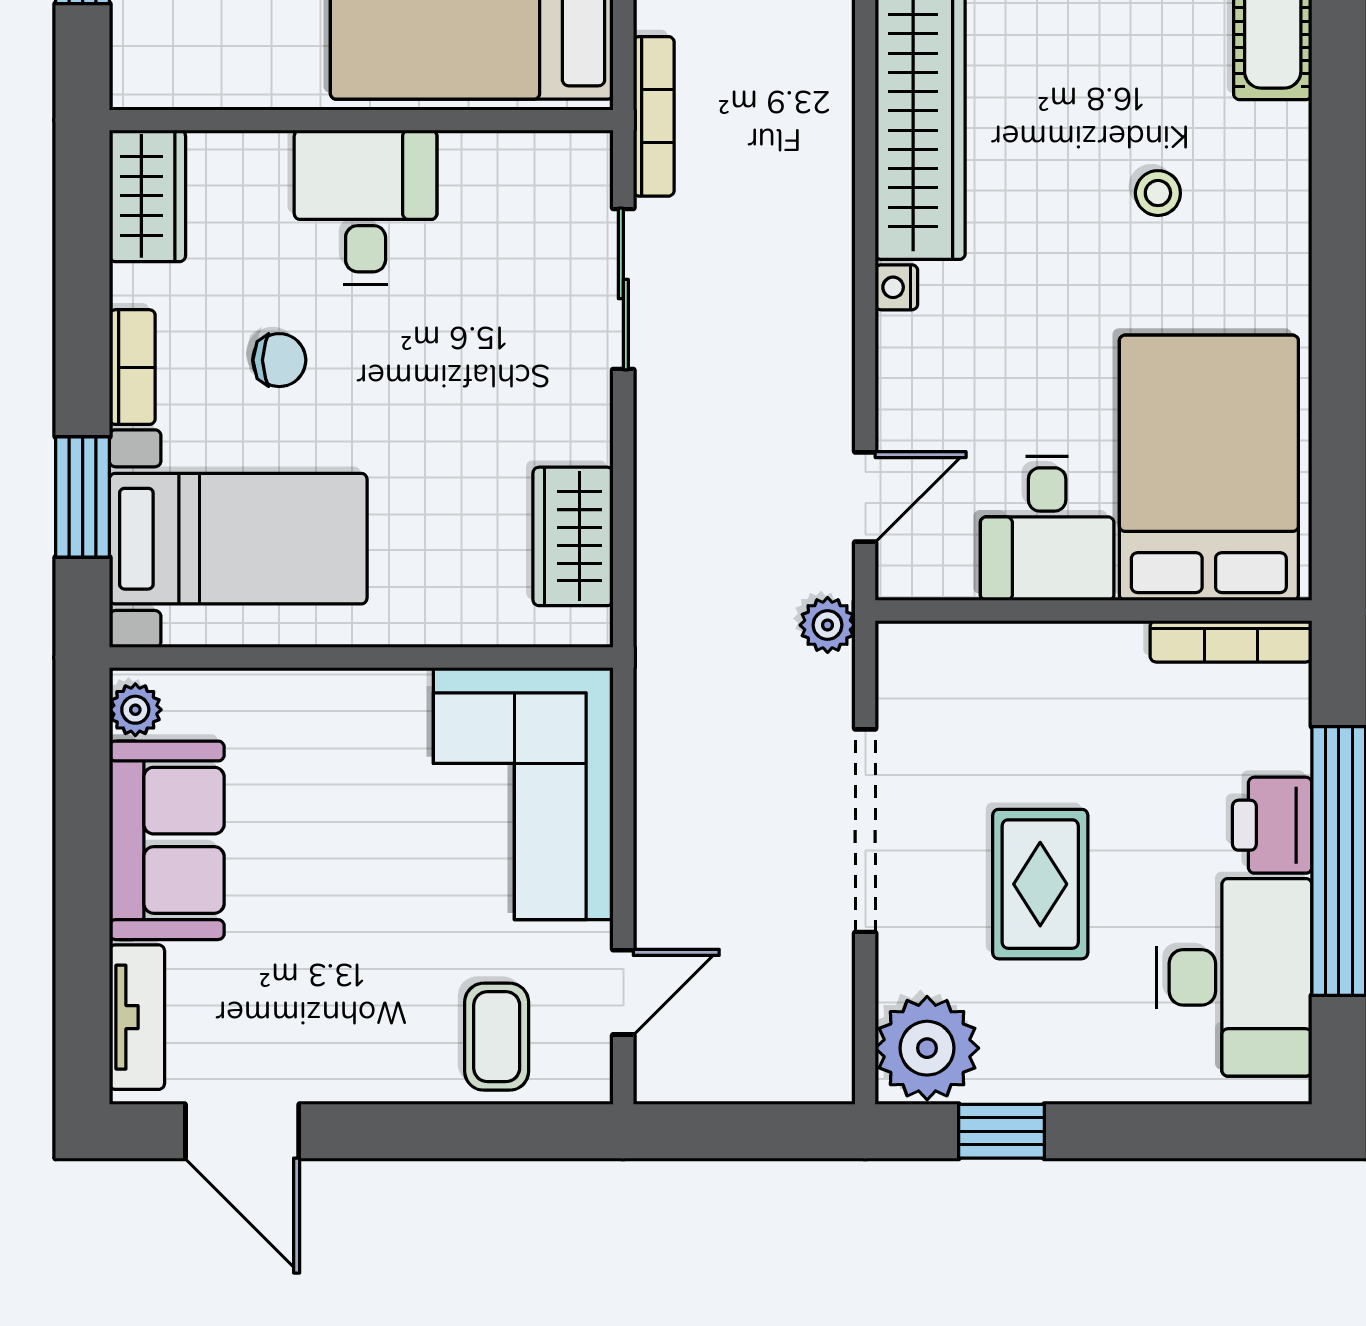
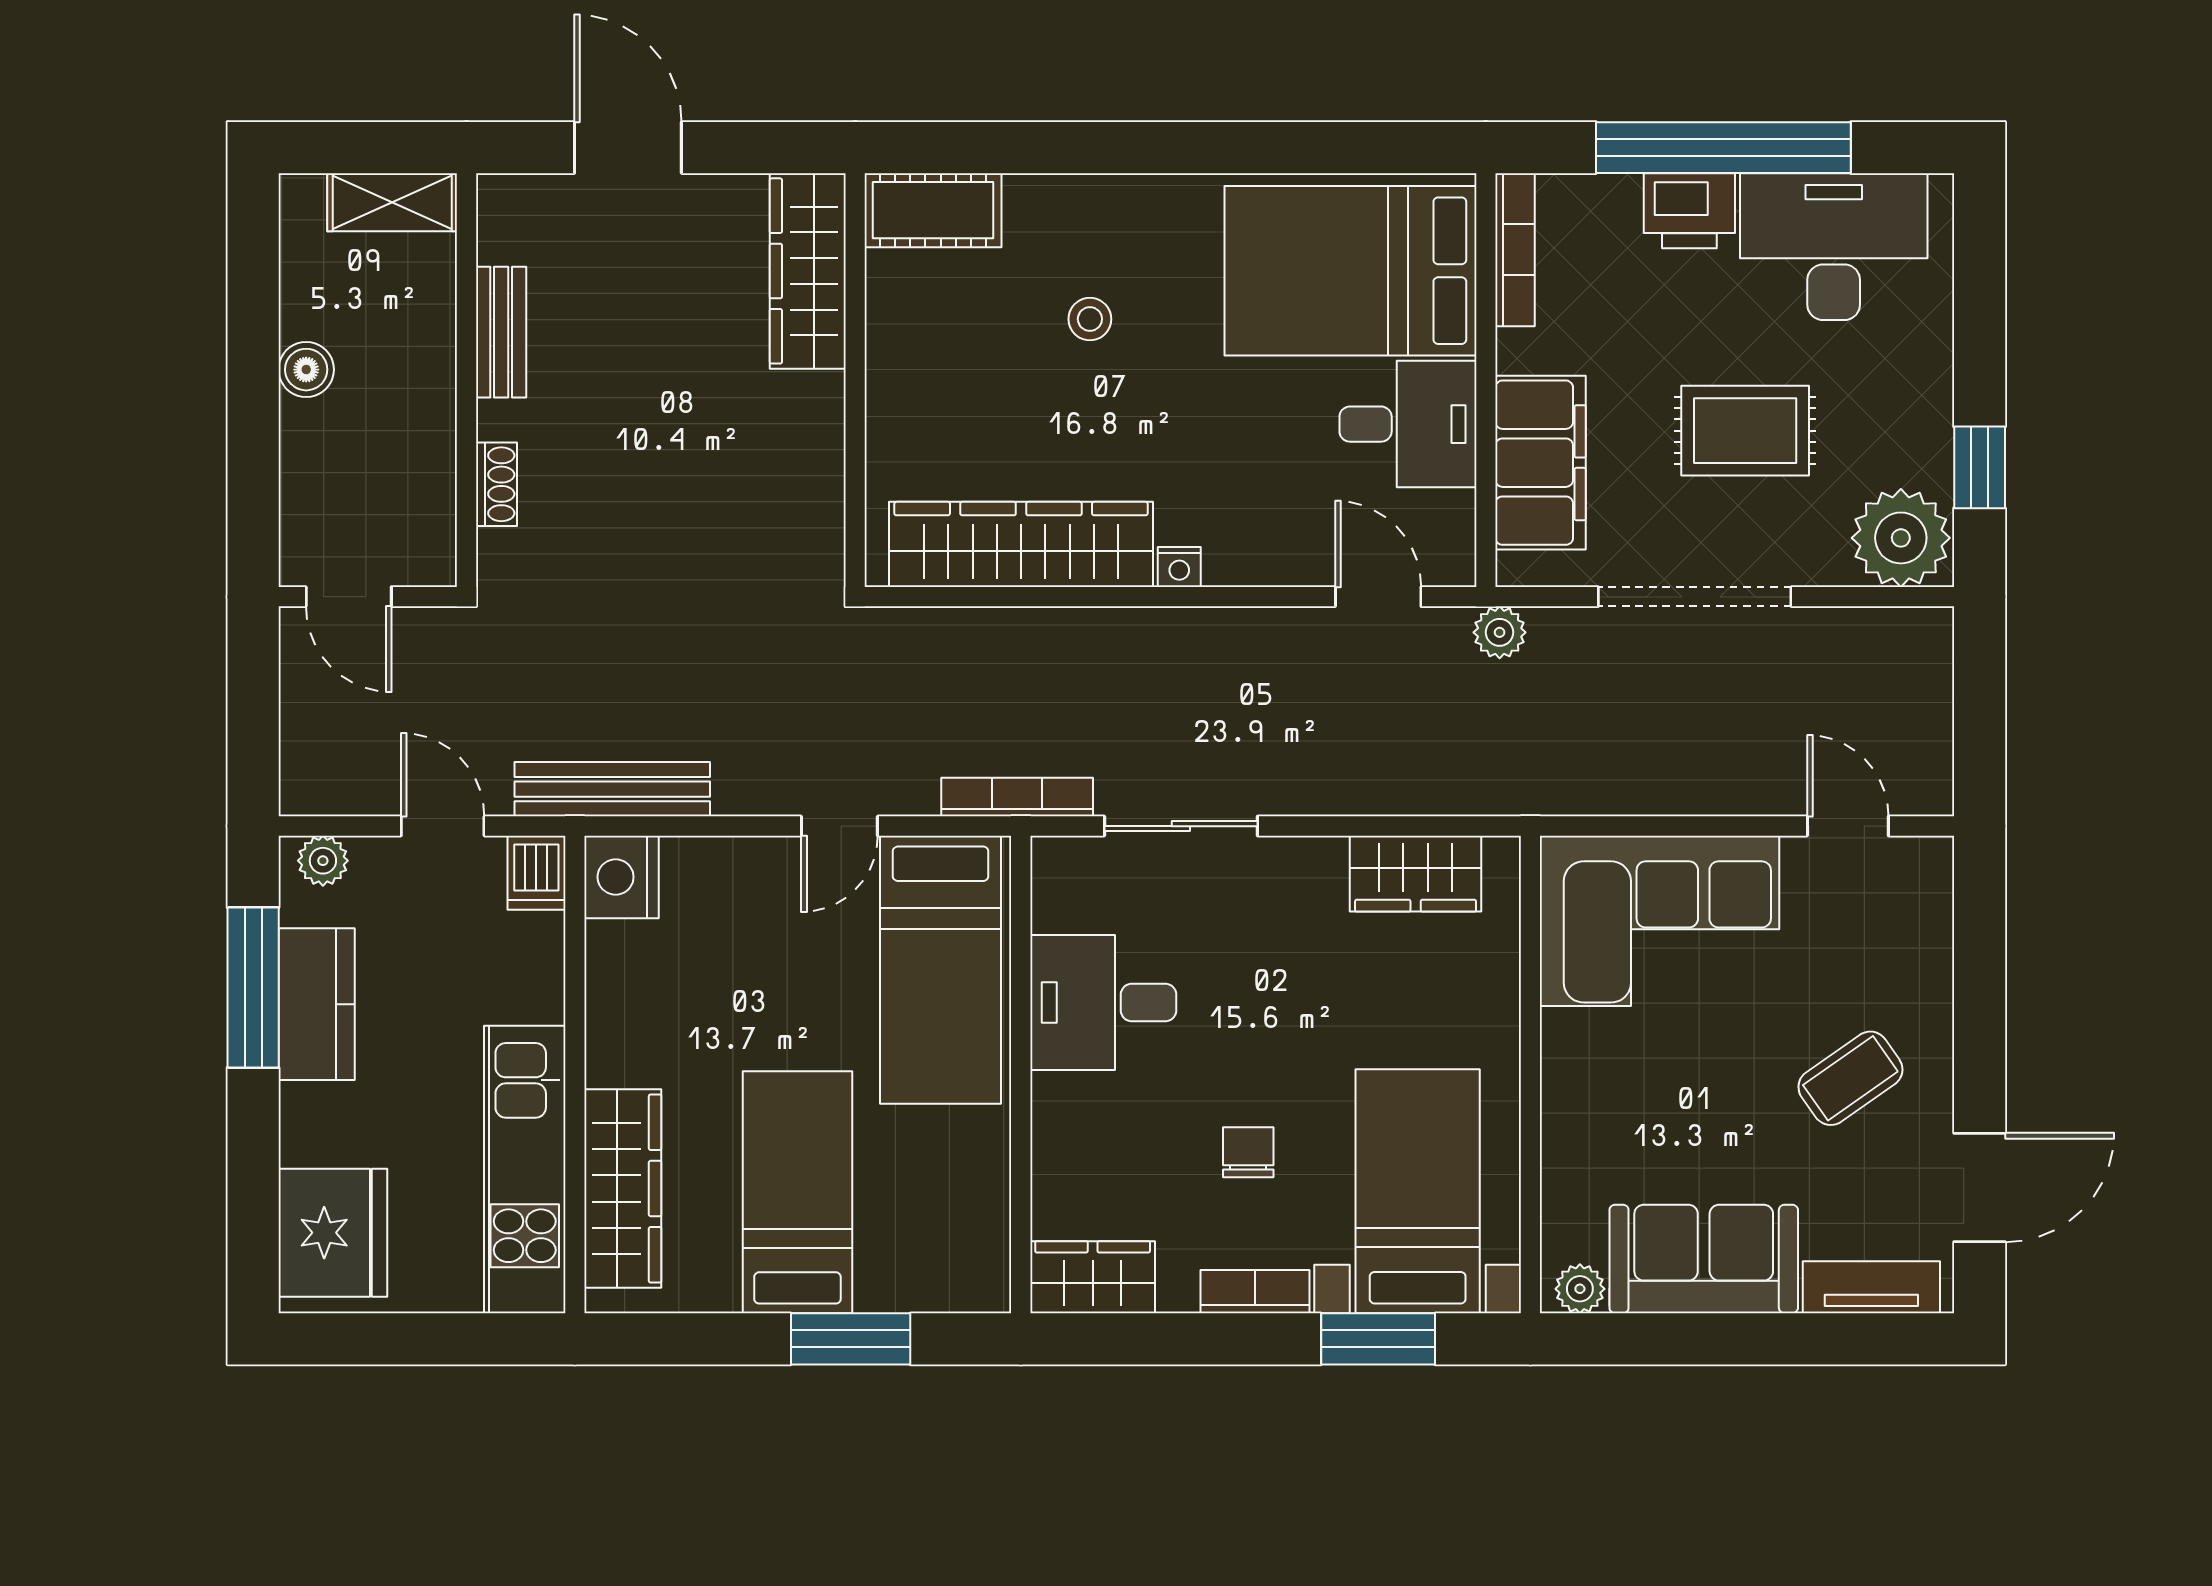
desk: (366, 207) -> (1103, 1003), moved
filing cabinet: (1006, 668) -> (1540, 463), added
coffee table: (497, 1037) -> (1850, 1078), moved, turned -35

